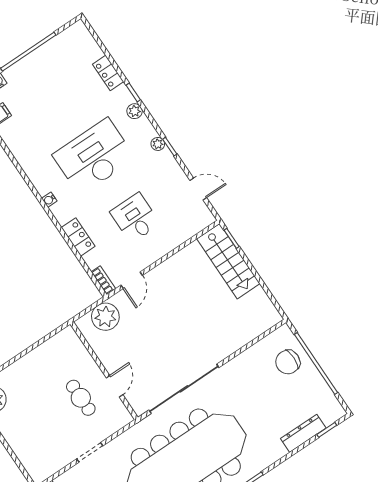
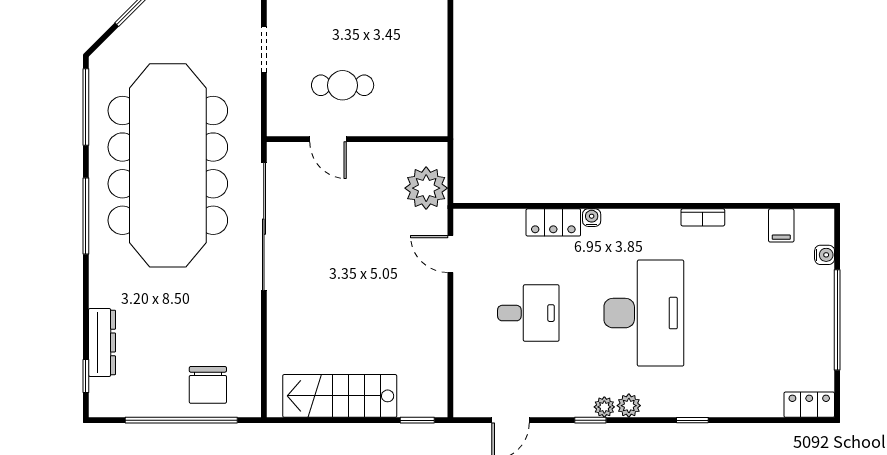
locker: (108, 73) -> (809, 405), moved
plant: (135, 111) -> (629, 406), moved
water cooler: (49, 200) -> (592, 218), moved
stairs: (228, 261) -> (340, 396), moved
bookcase: (103, 280) -> (703, 217), moved
chair: (288, 362) -> (208, 385), turned 180

